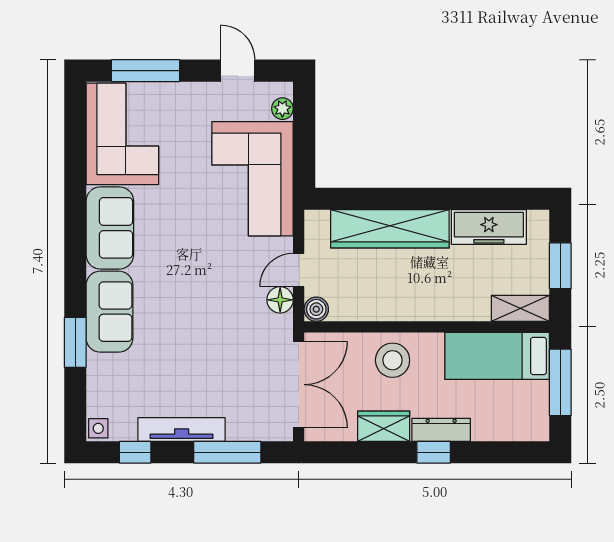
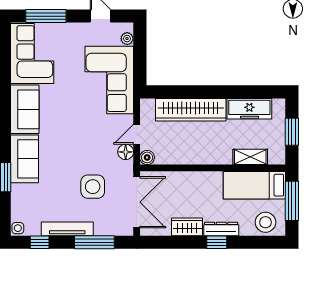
shelving: (520, 308) -> (250, 157), moved
side table: (225, 358) -> (93, 187), added
stool: (393, 360) -> (265, 222), moved

